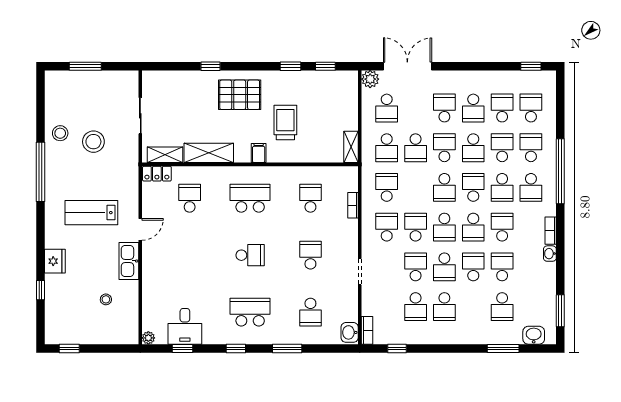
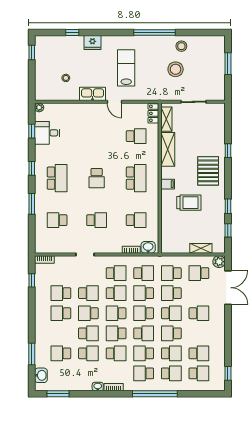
school desk: (473, 108) -> (144, 293), moved
shelving: (351, 147) -> (201, 248), moved
washbasin: (350, 332) -> (148, 247), moved

